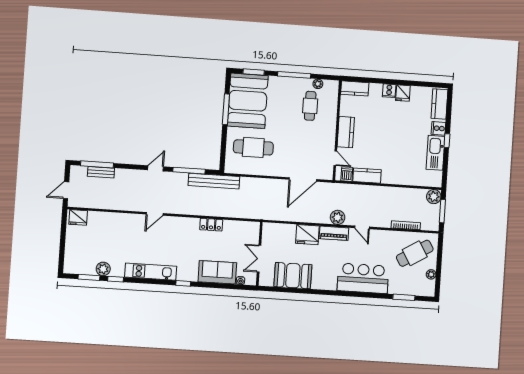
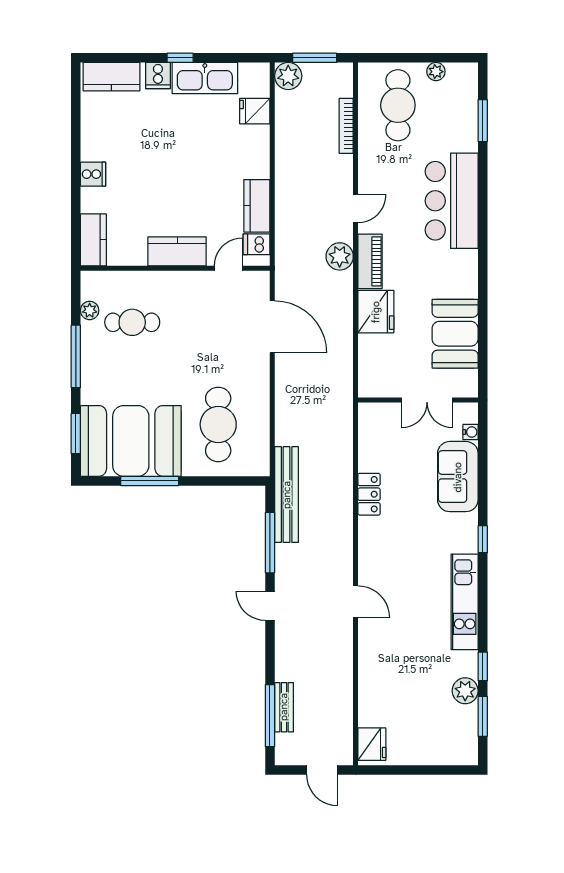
fridge: (403, 93) -> (255, 111), moved, turned 180
cafe table: (415, 253) -> (398, 105), turned 31

